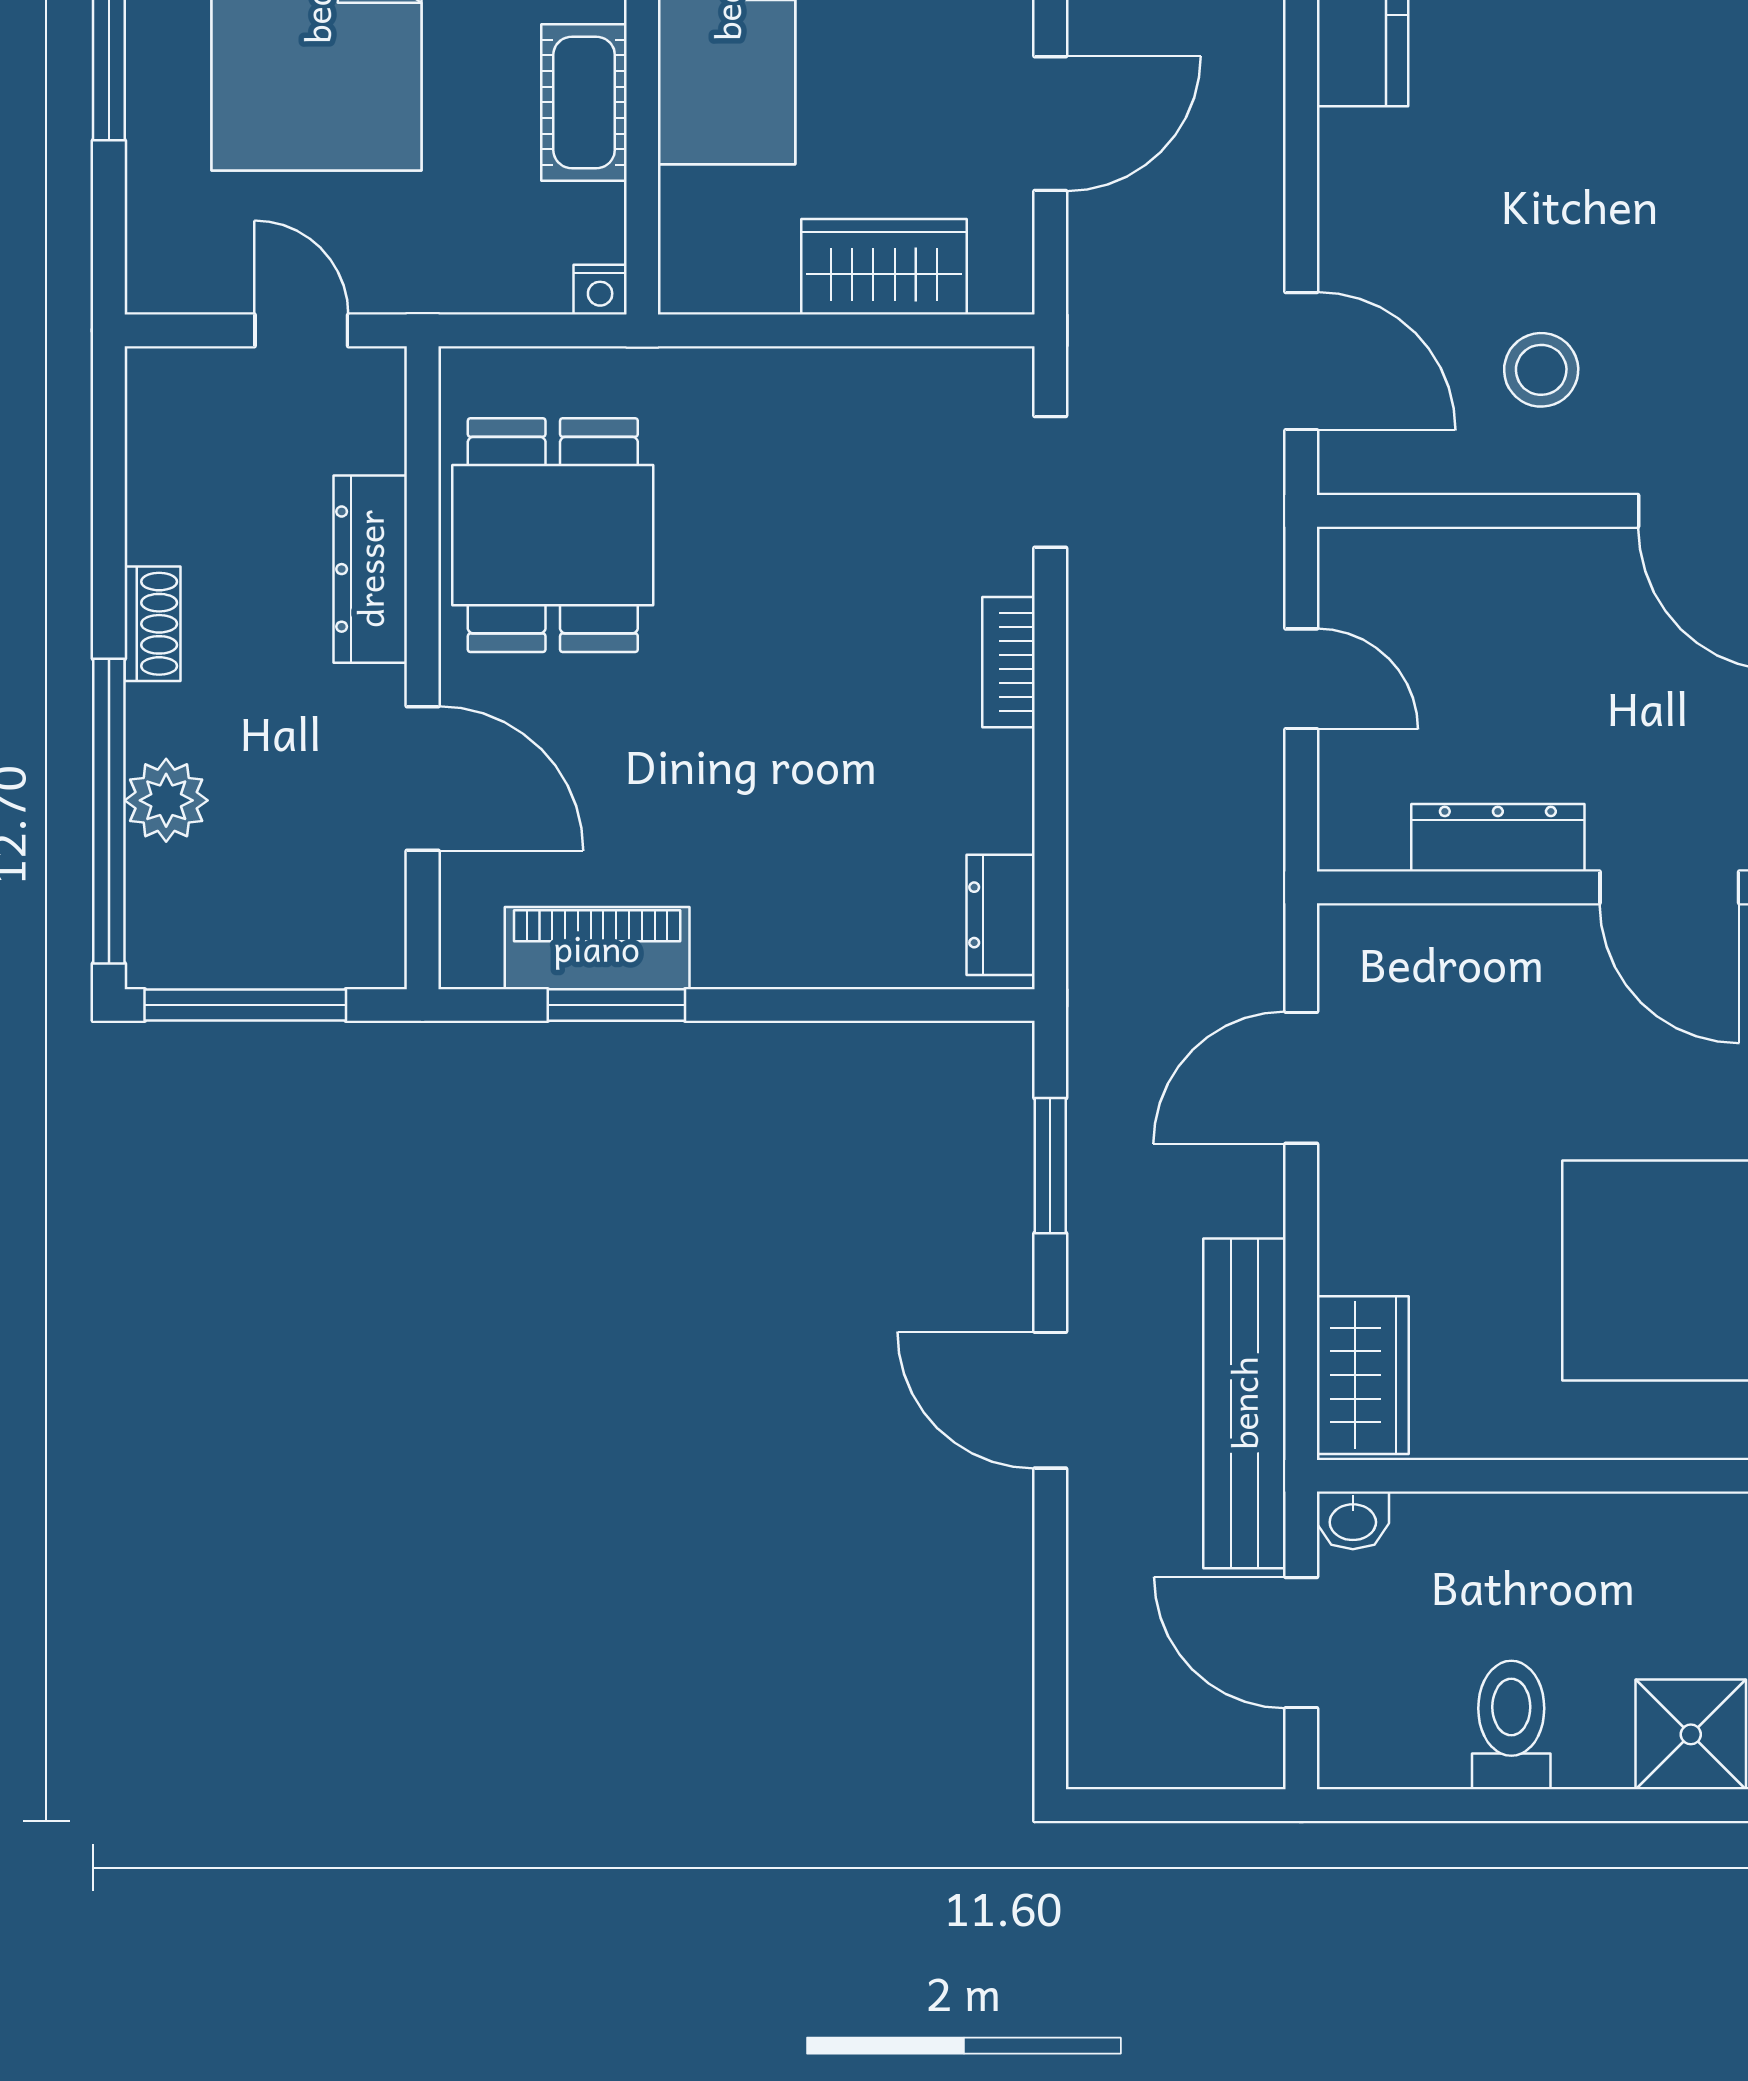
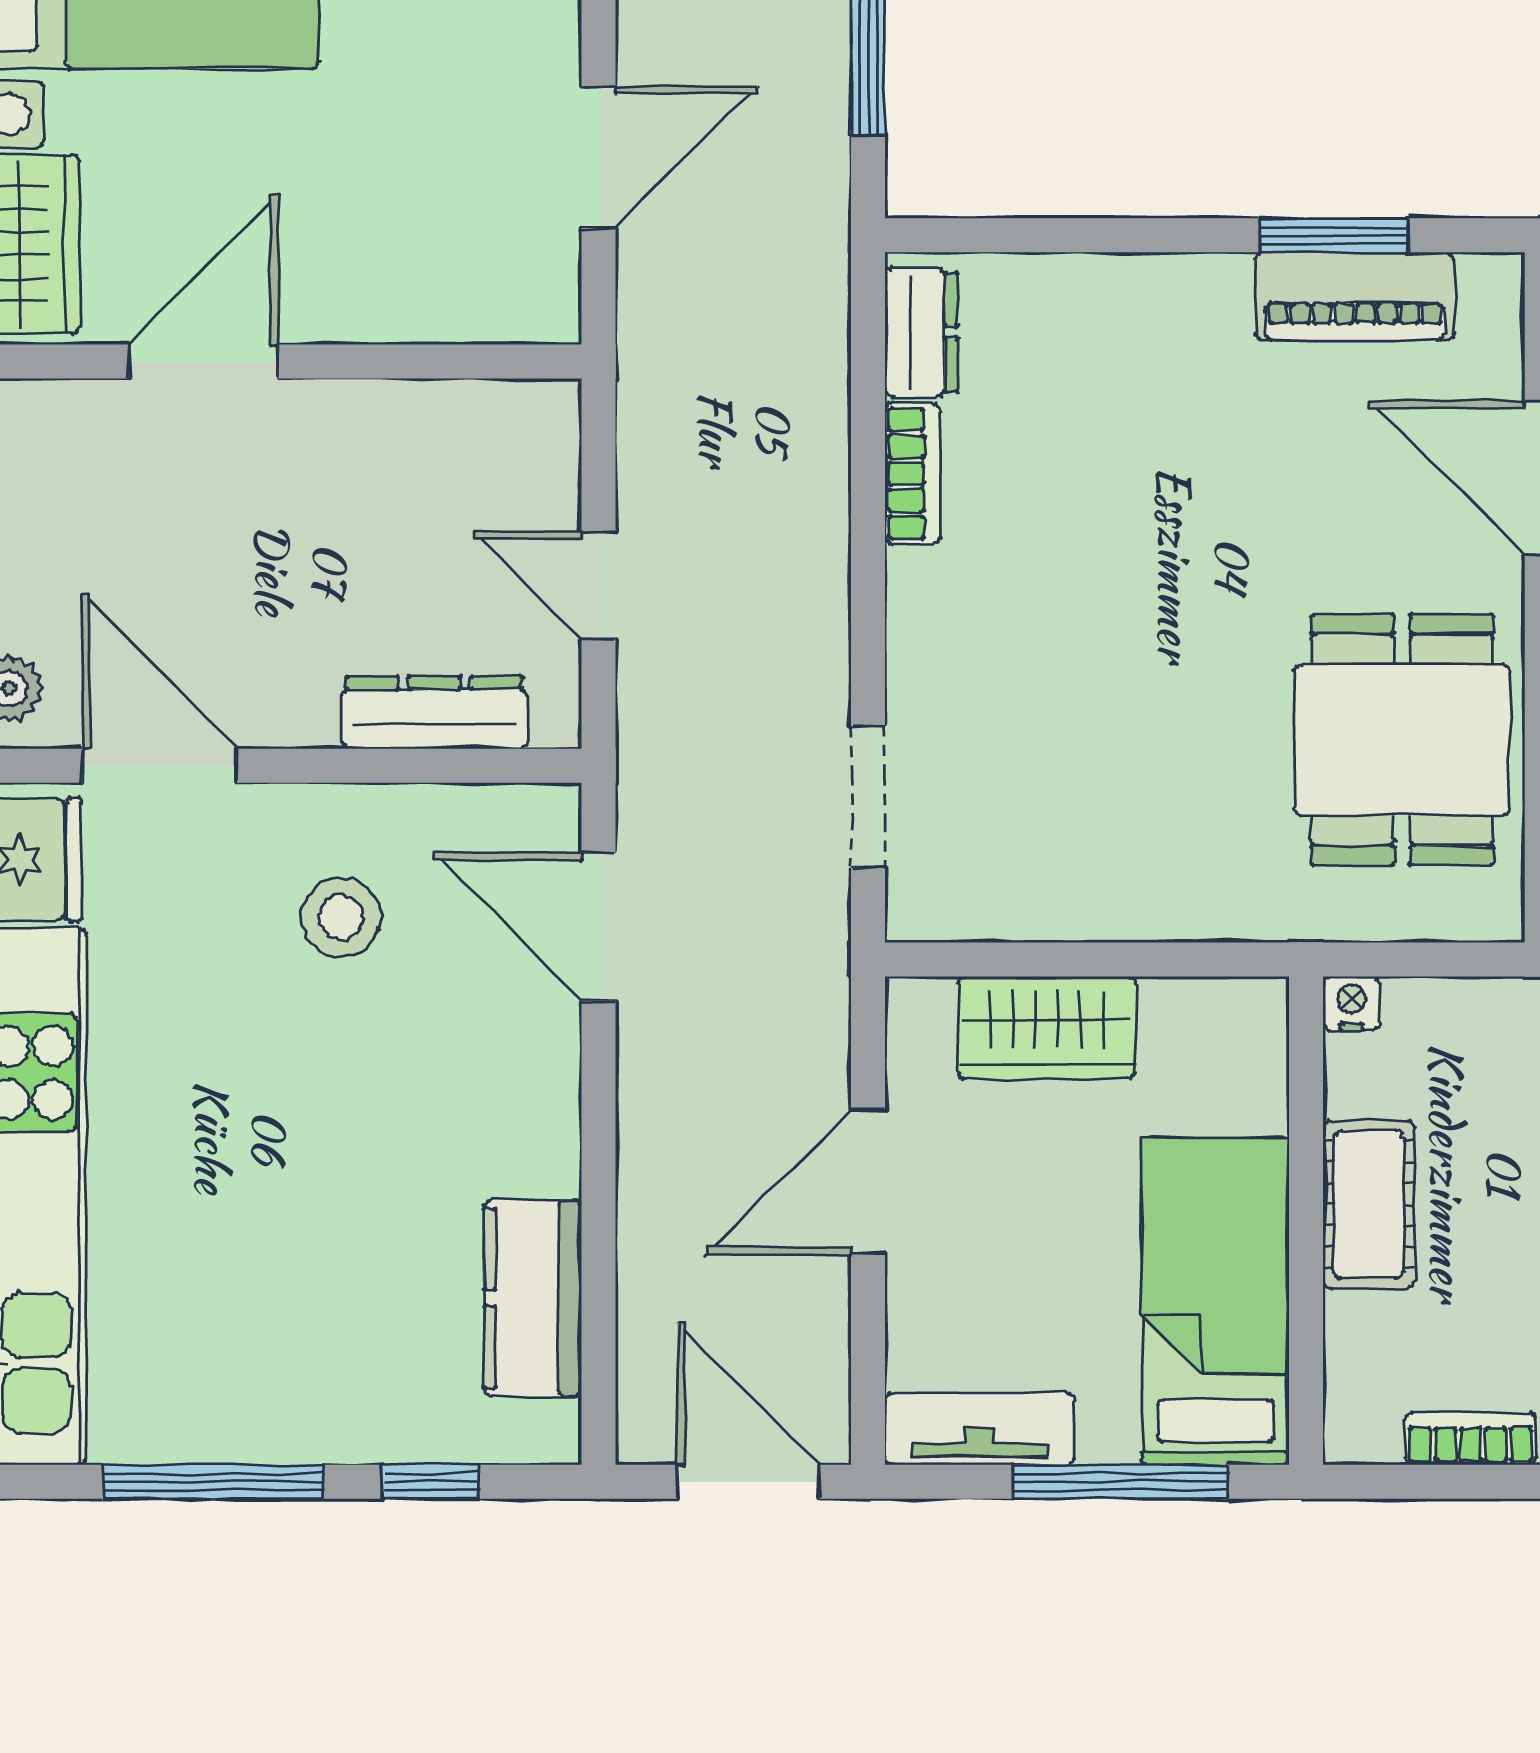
bookcase: (1008, 662) -> (913, 474), moved
dresser: (1498, 838) -> (434, 713), moved, turned 180
door: (1669, 887) -> (203, 362), hinge flipped

